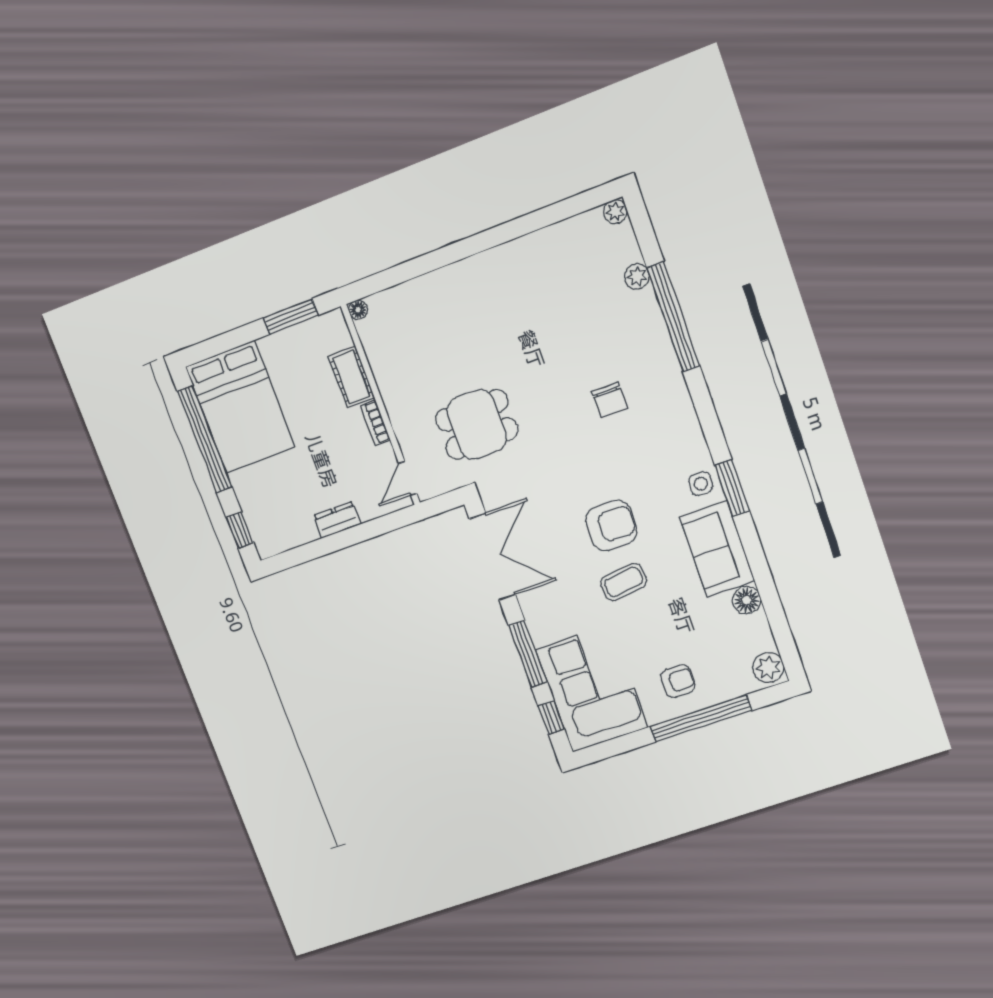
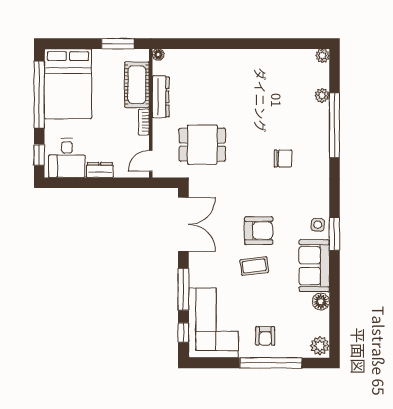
dresser: (386, 374) -> (161, 97), added
cot: (352, 377) -> (137, 85), width x1.37, depth x1.34
chair: (610, 400) -> (283, 158), turned -90
desk: (282, 520) -> (67, 158), added
armchair: (678, 681) -> (265, 336), turned 90

